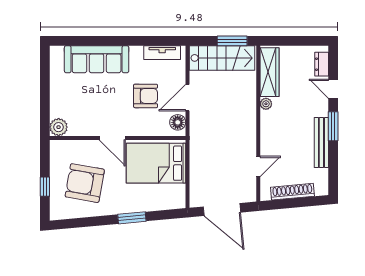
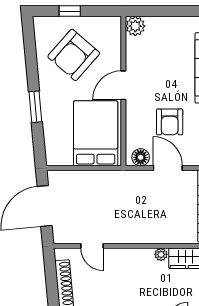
armchair: (85, 183) -> (74, 55), turned -149

